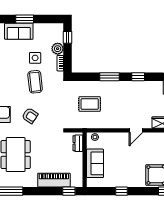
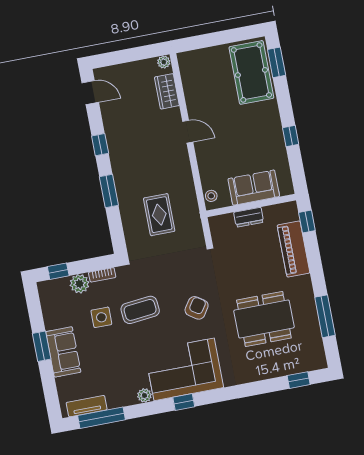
dresser: (78, 143) -> (249, 217), moved

